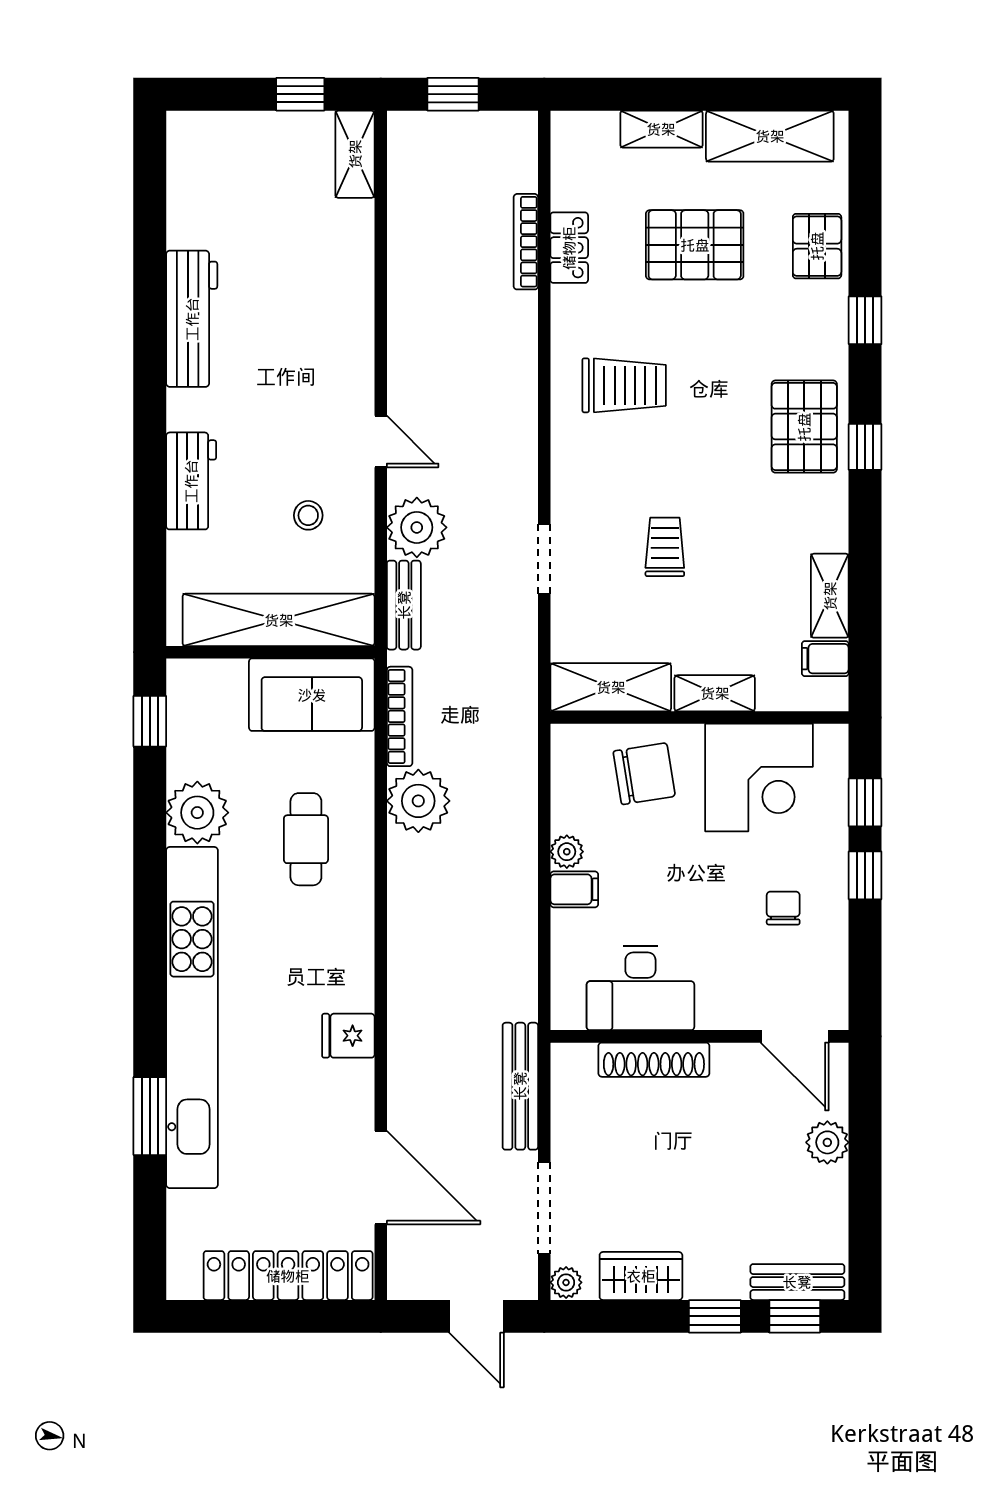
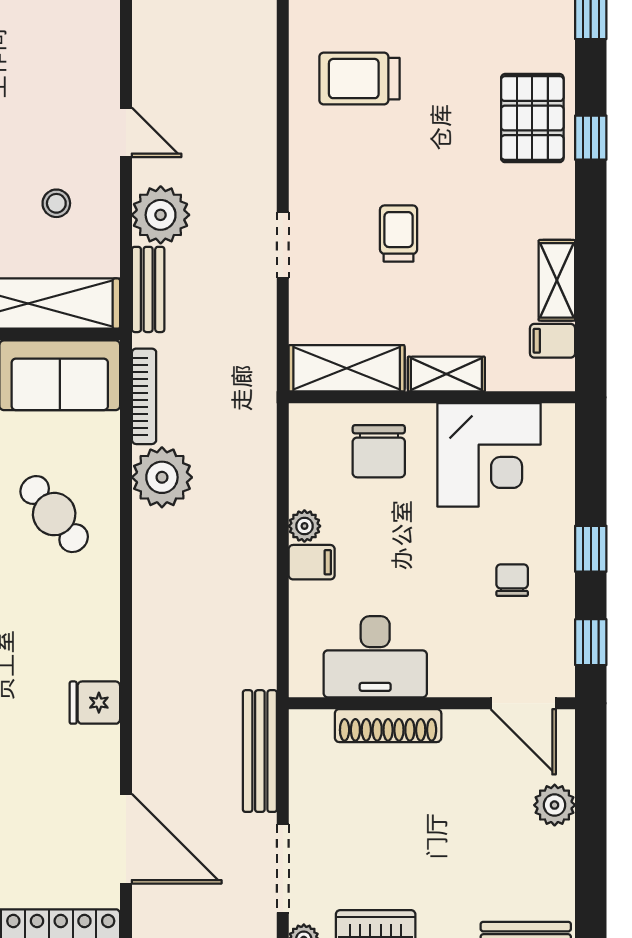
trolley: (624, 385) -> (359, 79), turned 180
chair: (644, 774) -> (379, 451), turned 99
window: (865, 802) -> (591, 642), moved
cafe table: (306, 839) -> (54, 514), turned -39

